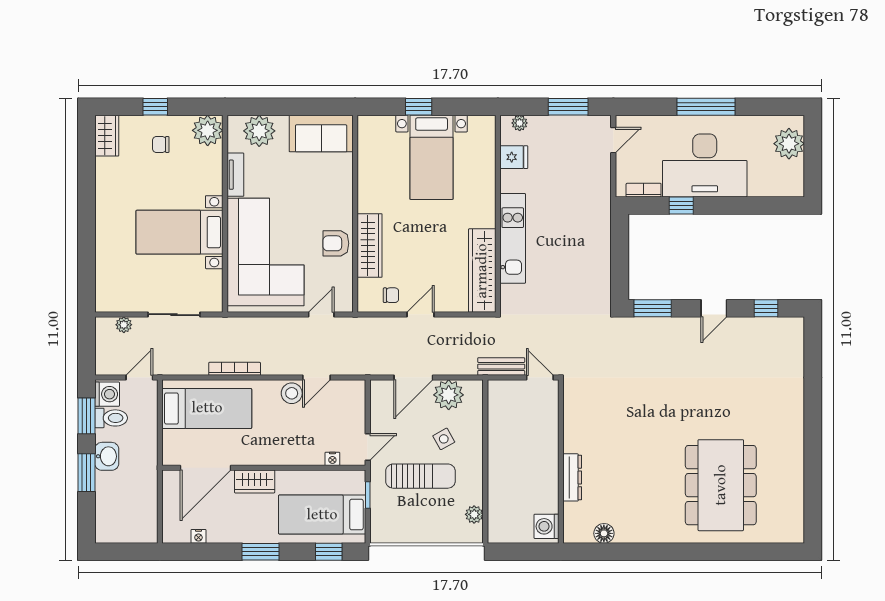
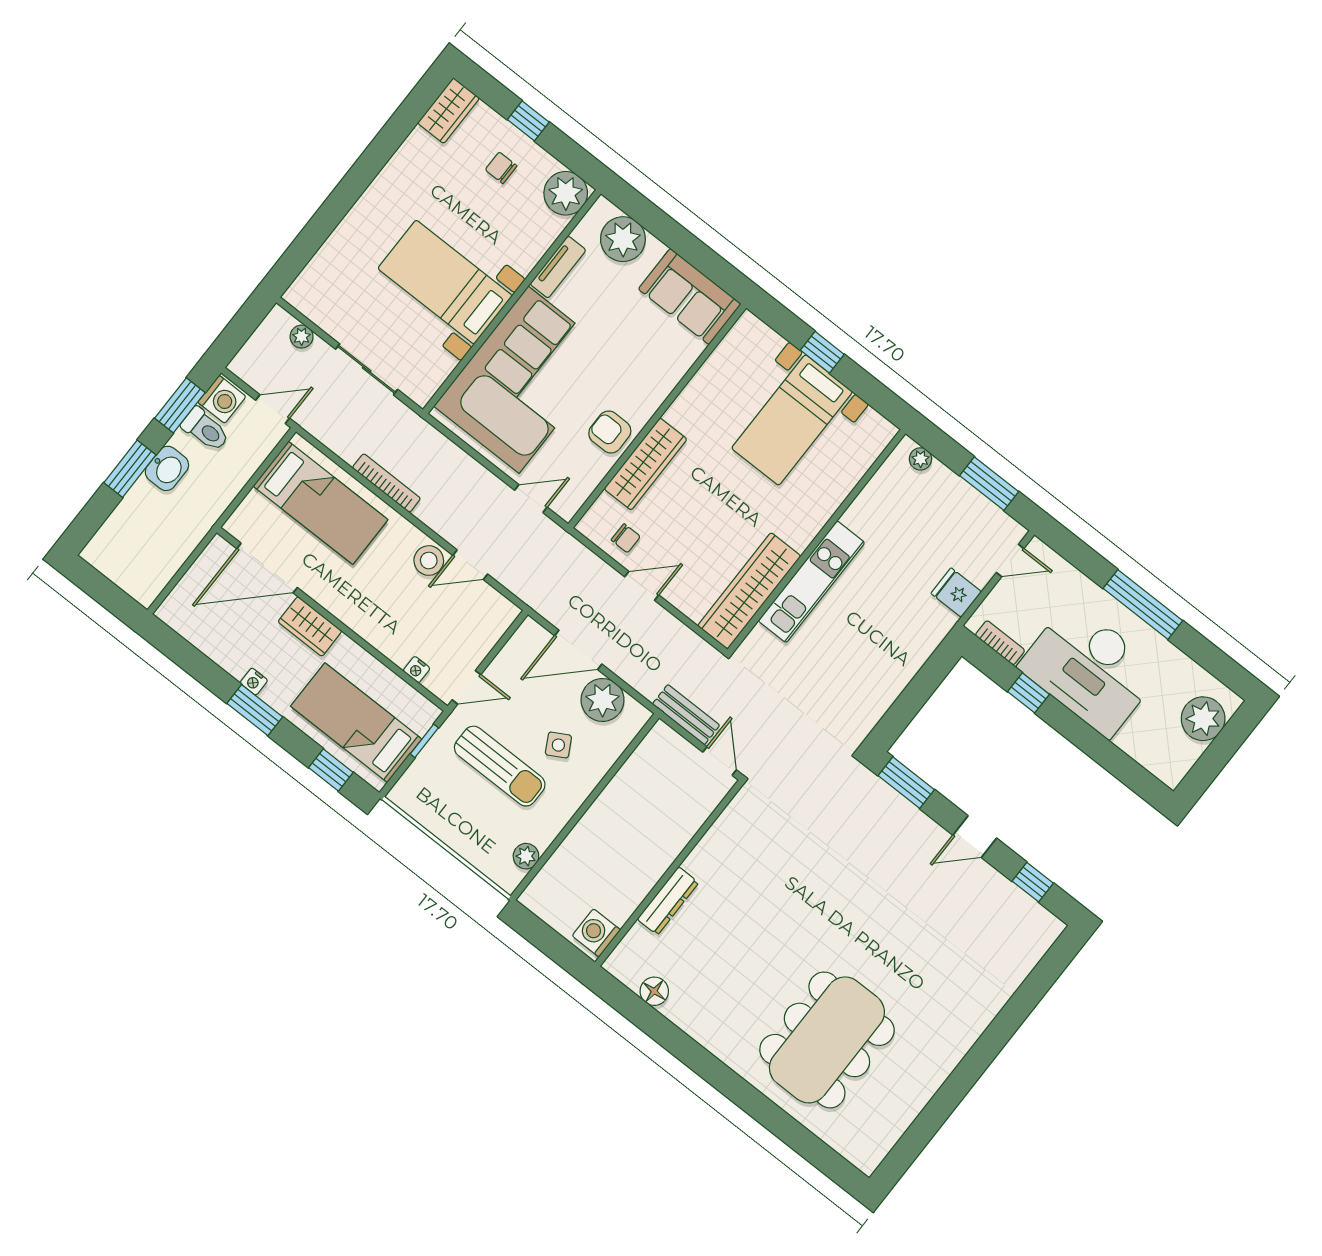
fridge: (514, 157) -> (956, 593), moved, turned 180
nightstand: (198, 536) -> (254, 682), moved

